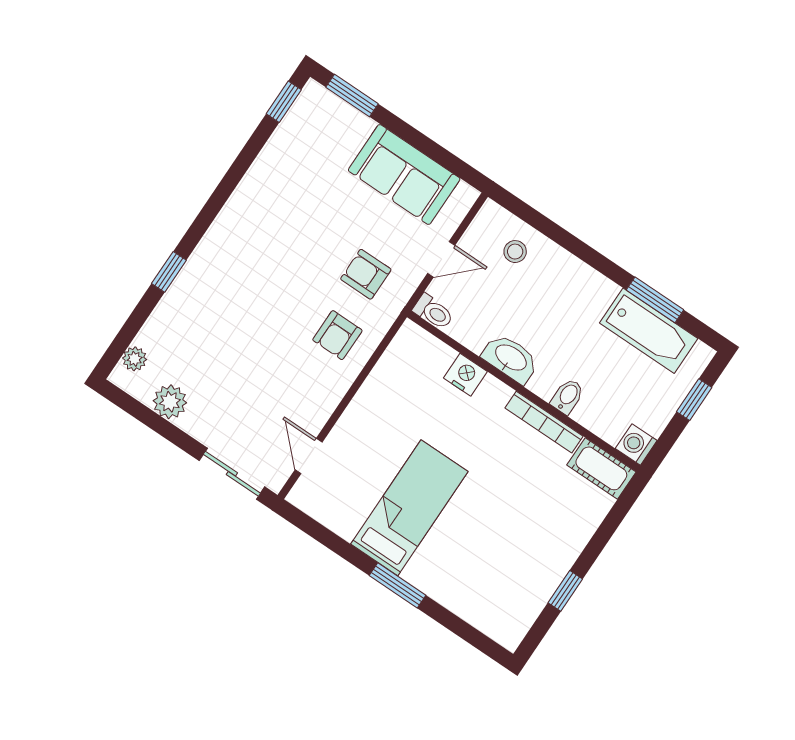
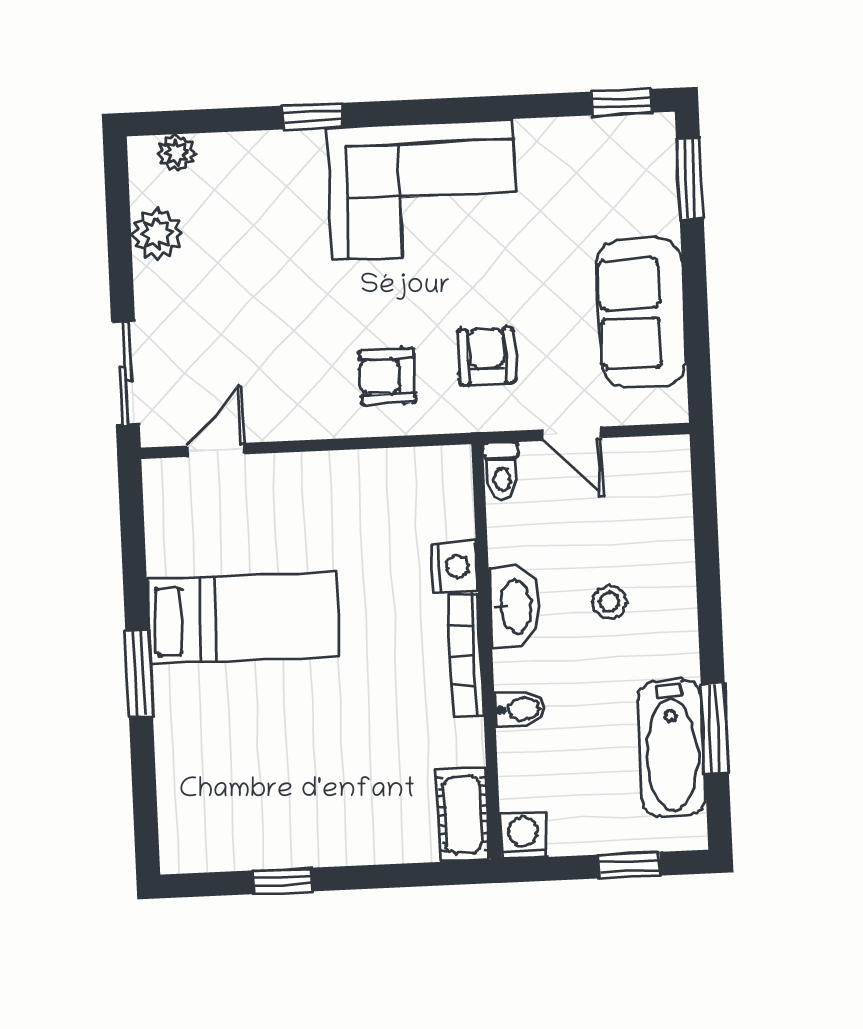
corner sofa: (252, 243) -> (422, 190), added
stool: (515, 252) -> (609, 602), moved
bookcase: (544, 422) -> (465, 655), moved

